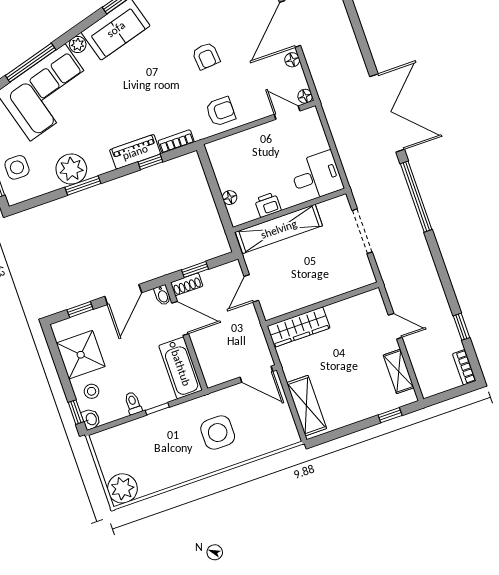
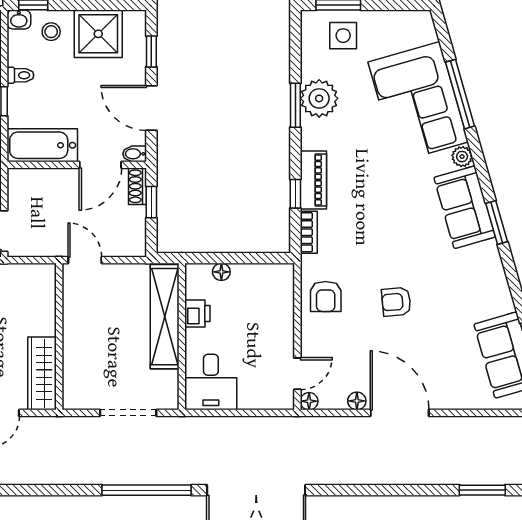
door: (251, 288) -> (85, 260), moved
wardrobe: (299, 327) -> (42, 373), moved

